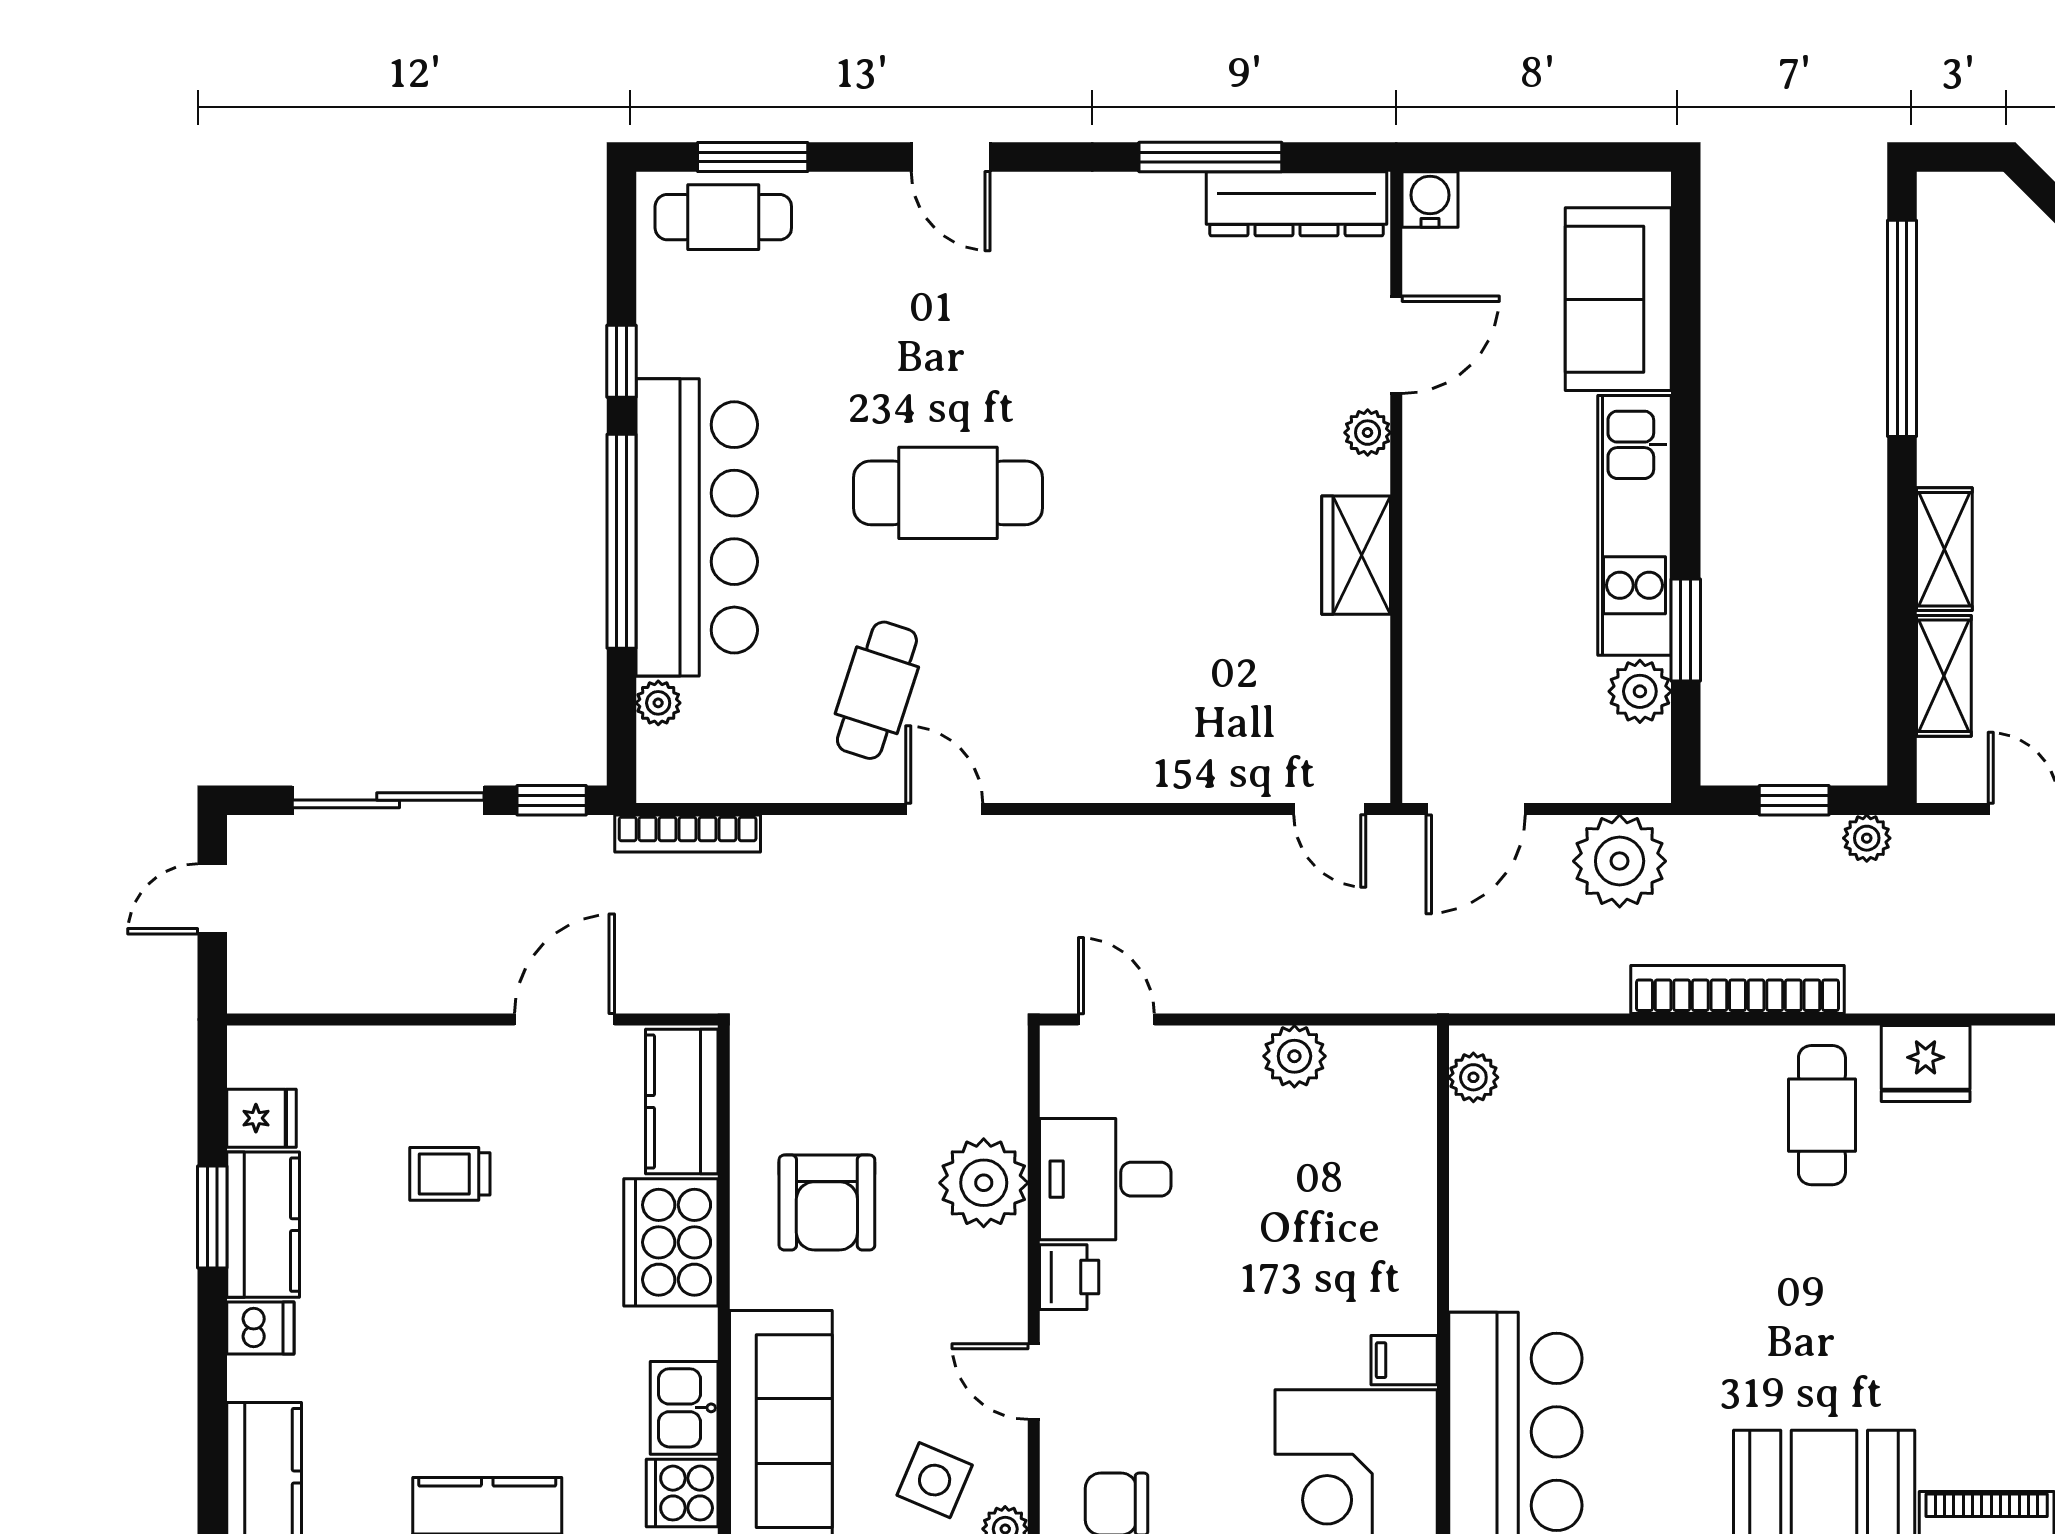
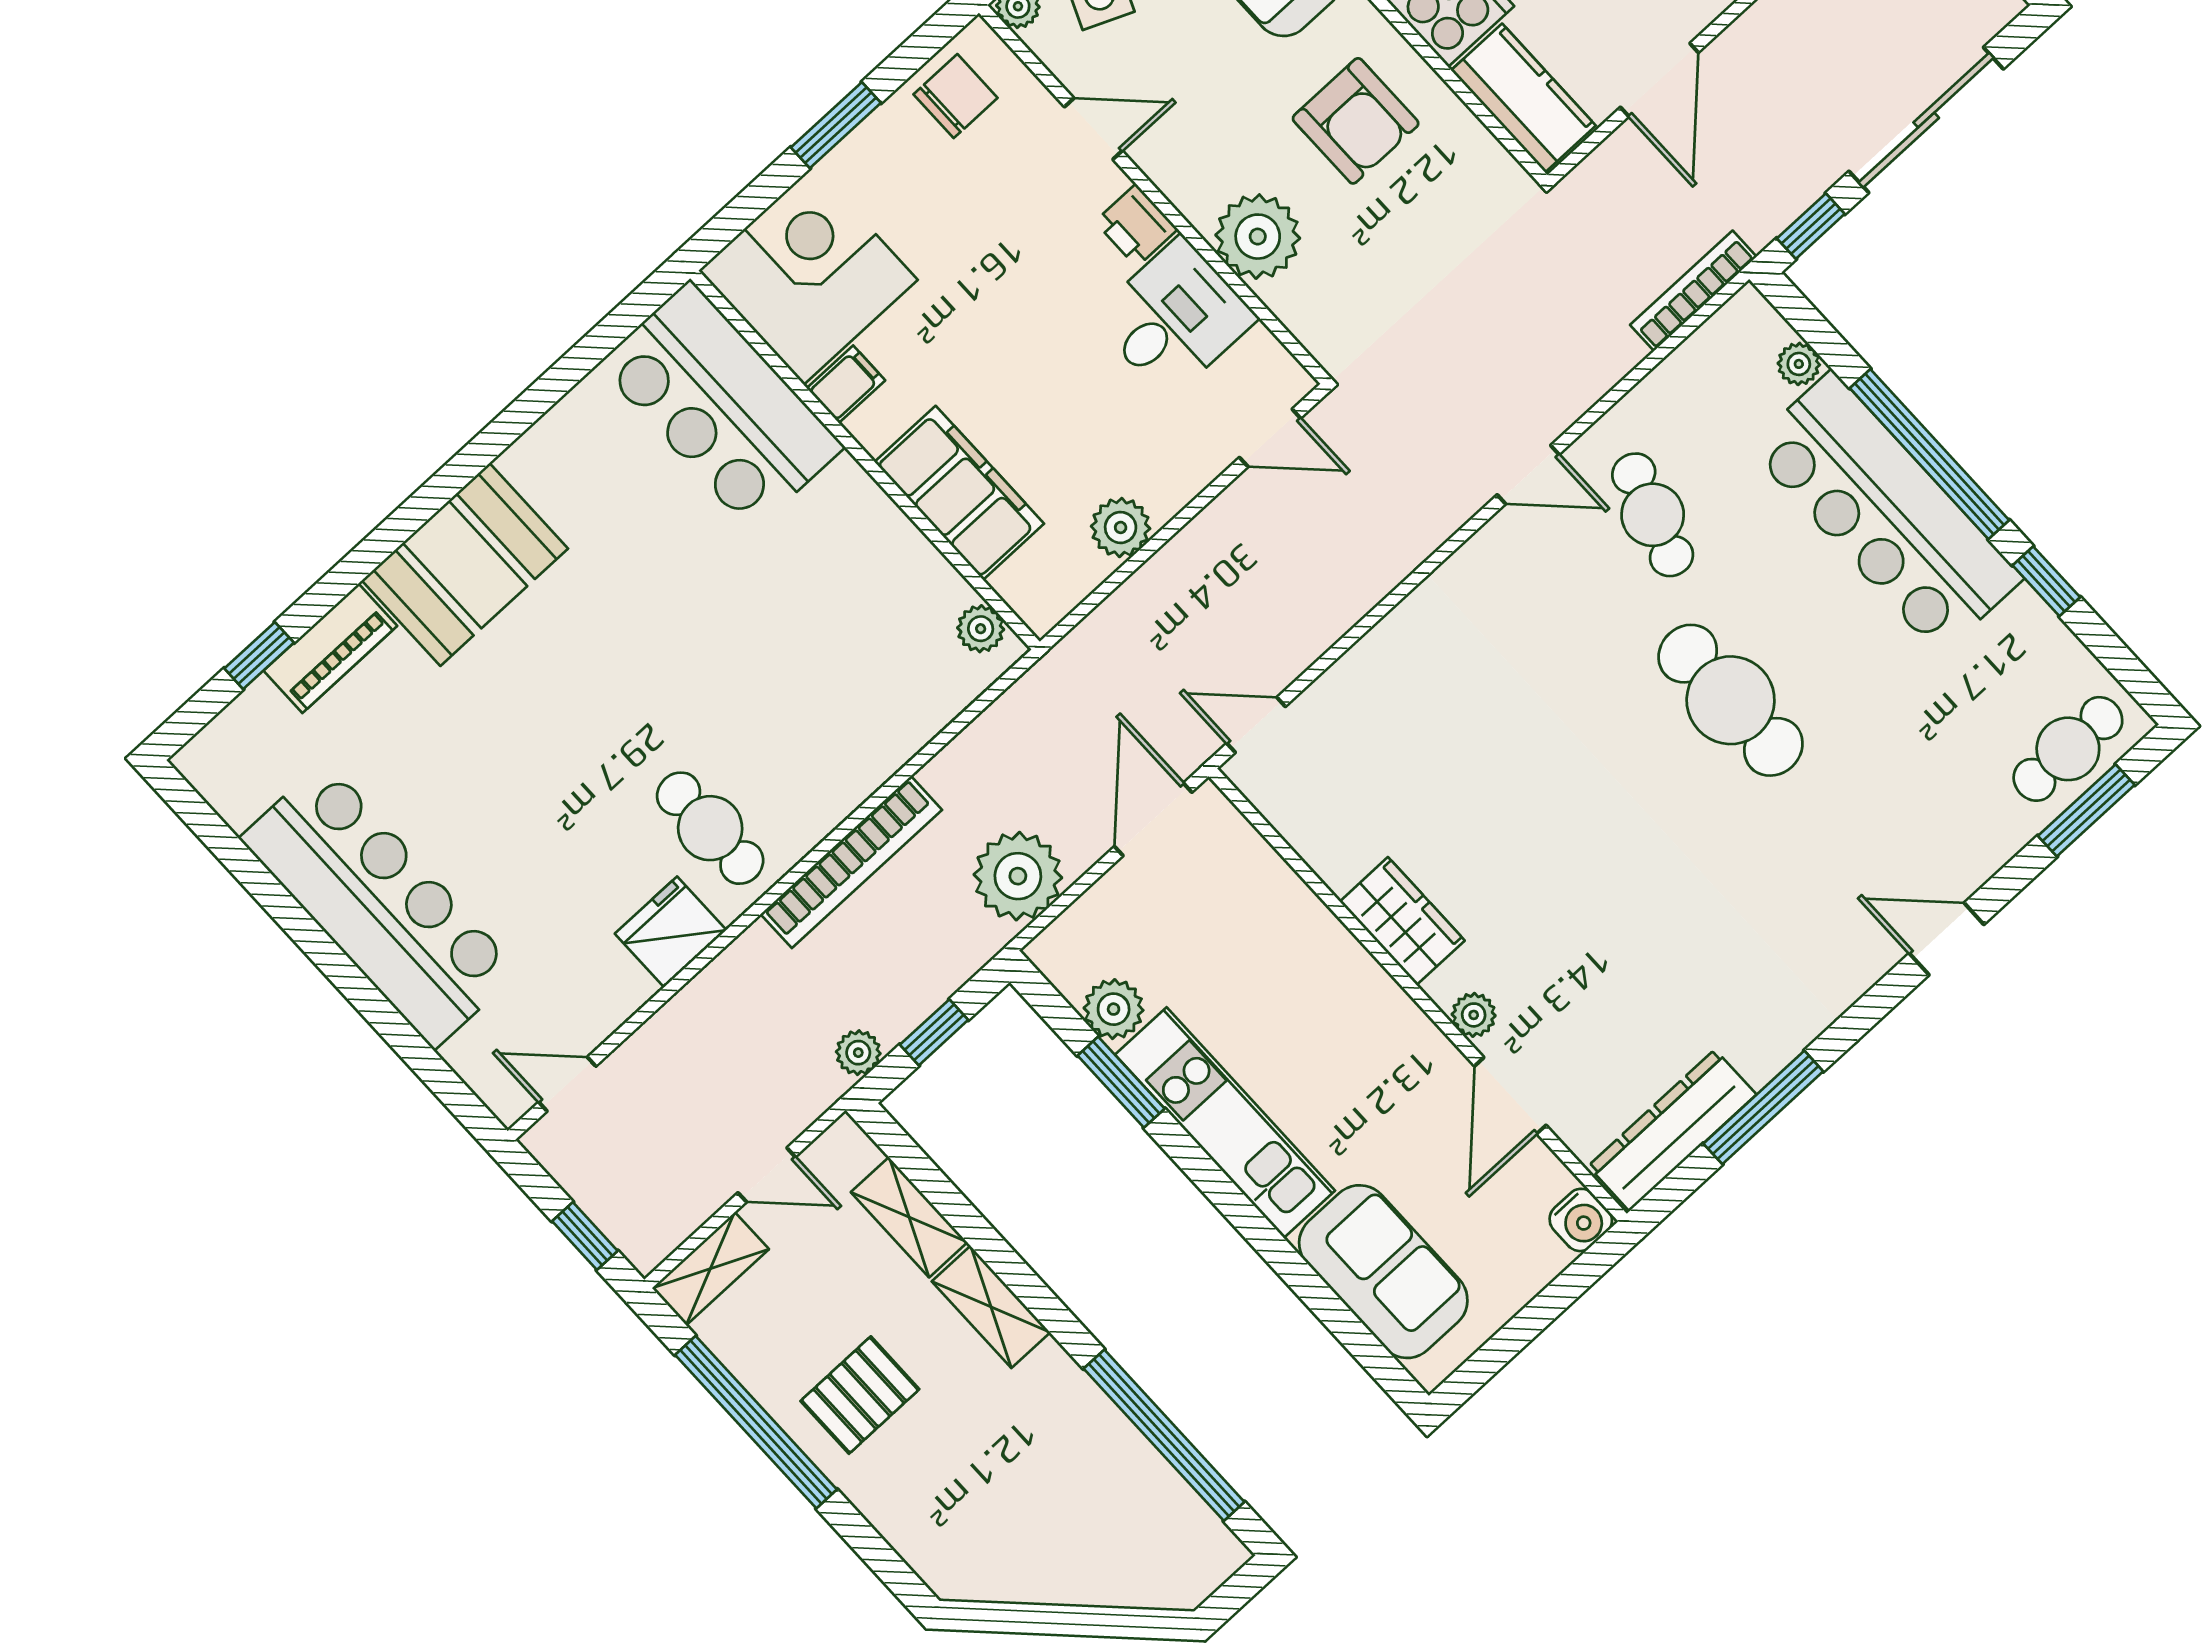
cafe table: (948, 493) -> (1731, 700), turned 90
filing cabinet: (1394, 1197) -> (959, 493), added
armchair: (827, 1203) -> (1356, 121), turned 180

